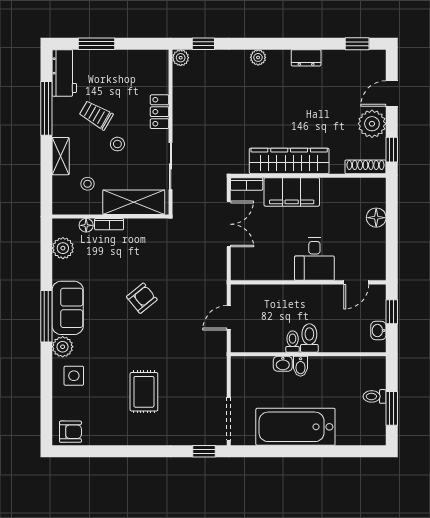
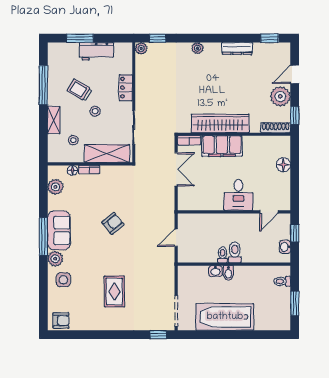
dresser: (306, 58) -> (237, 48), width x1.44
workbench: (64, 73) -> (96, 51), moved, turned 90
toilet: (375, 396) -> (282, 281), moved

